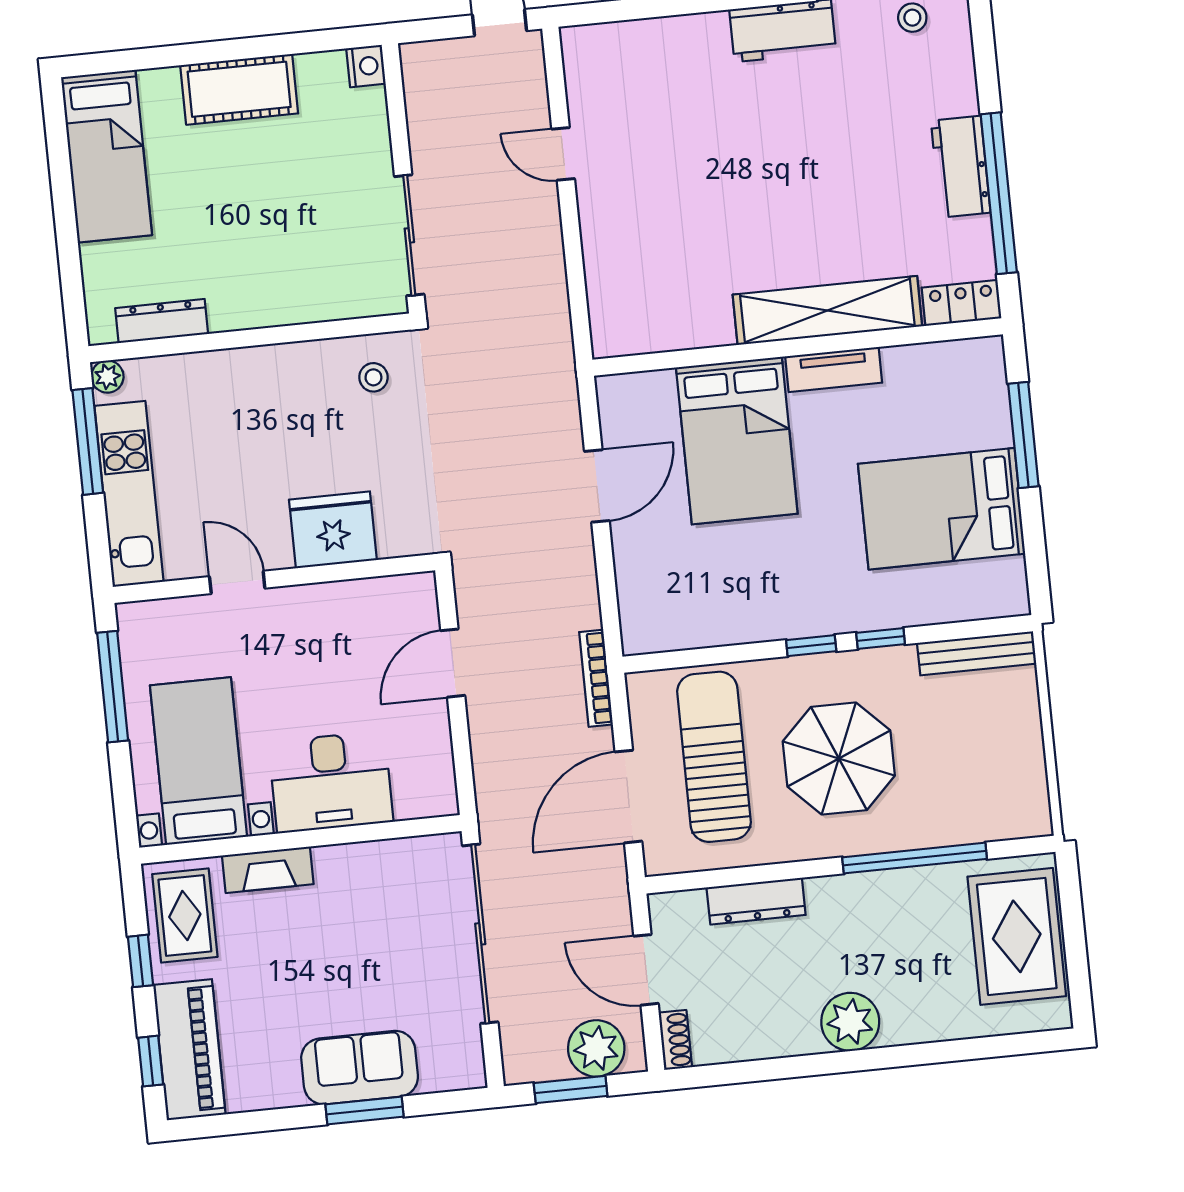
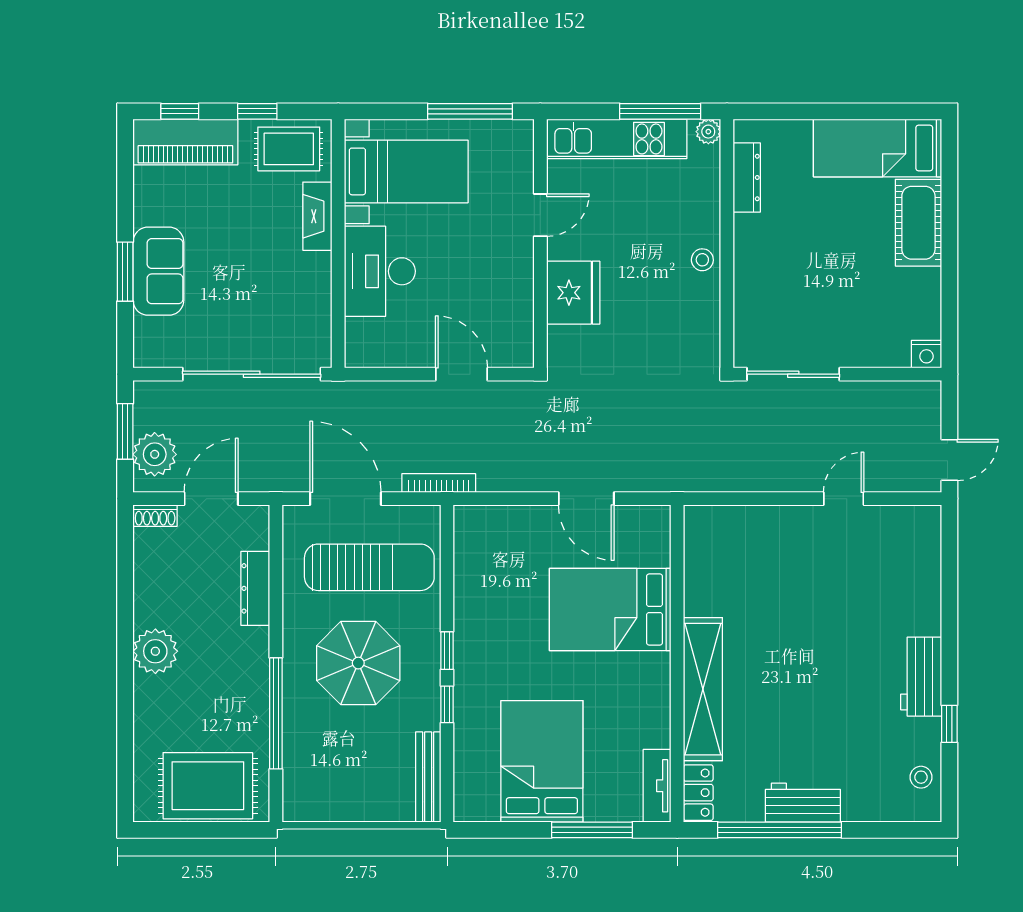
cot: (239, 89) -> (918, 223), moved
tv unit: (834, 370) -> (657, 786), moved
stool: (373, 377) -> (702, 260), moved

